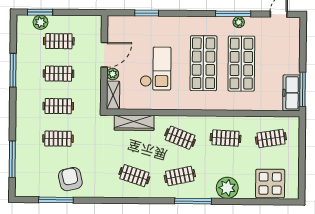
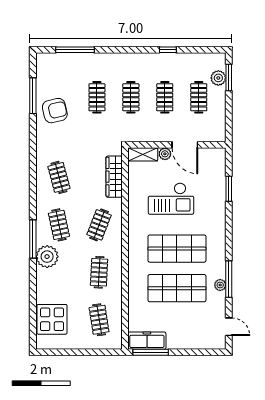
window: (13, 70) -> (168, 50), width x0.46
clothes rail: (134, 176) -> (59, 177), turned -33
plant: (227, 188) -> (47, 257), moved

